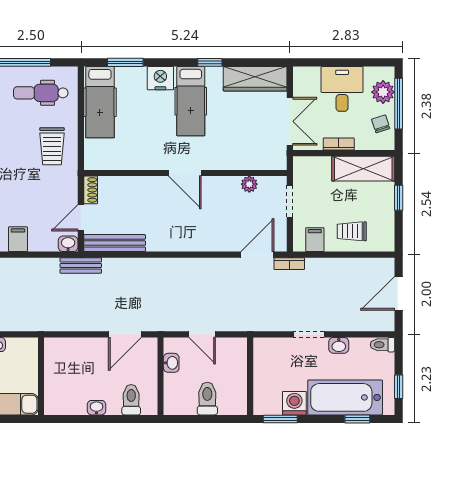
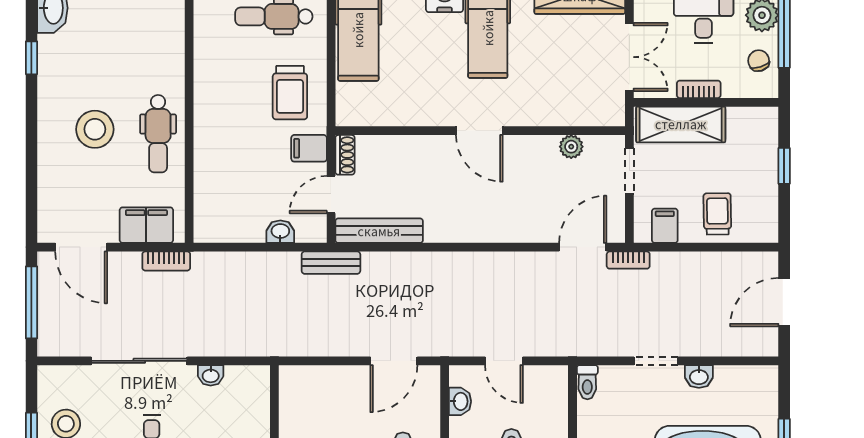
shelving: (363, 169) -> (681, 124), moved
trolley: (352, 231) -> (717, 214), turned 89
filing cabinet: (18, 239) -> (309, 148), moved, turned -90
washbasin: (68, 244) -> (280, 232), moved
toilet: (382, 345) -> (587, 382), moved, turned -90

